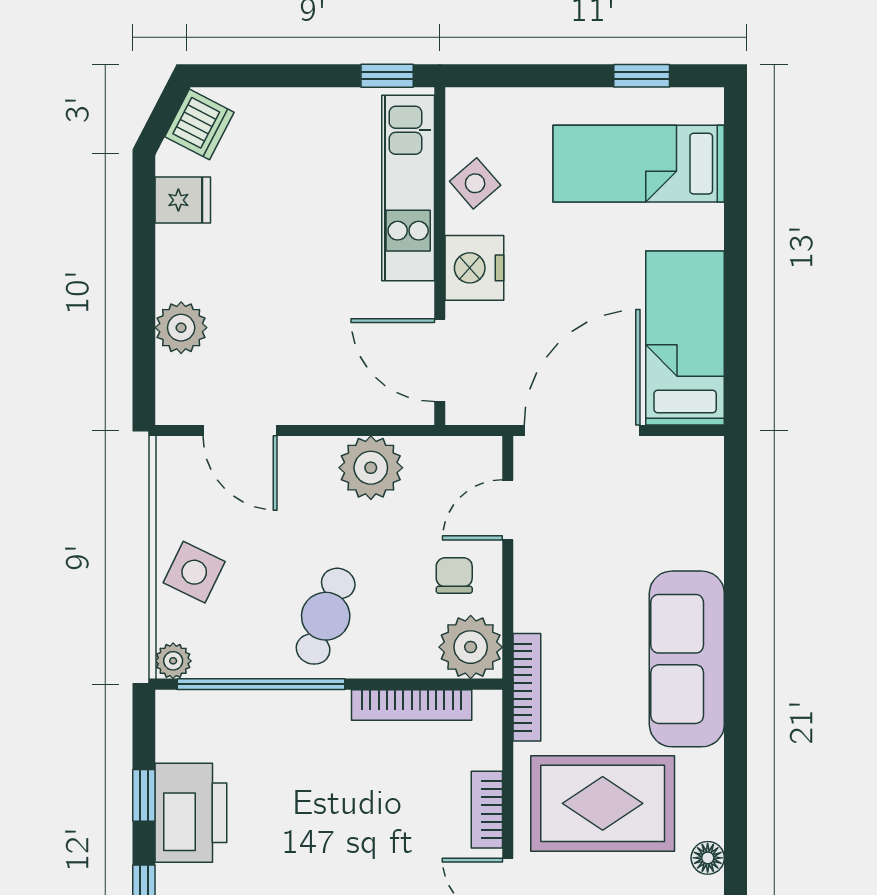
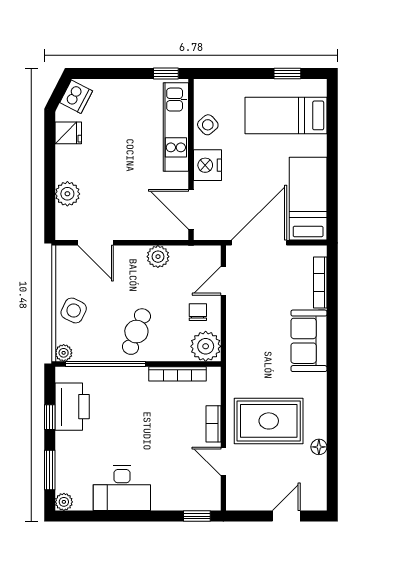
plant: (371, 468) -> (158, 257), width x0.73, depth x0.73
sofa: (687, 659) -> (309, 341), width x0.73
bookcase: (527, 687) -> (320, 283), moved, turned 180
printer: (191, 813) -> (72, 407), moved

